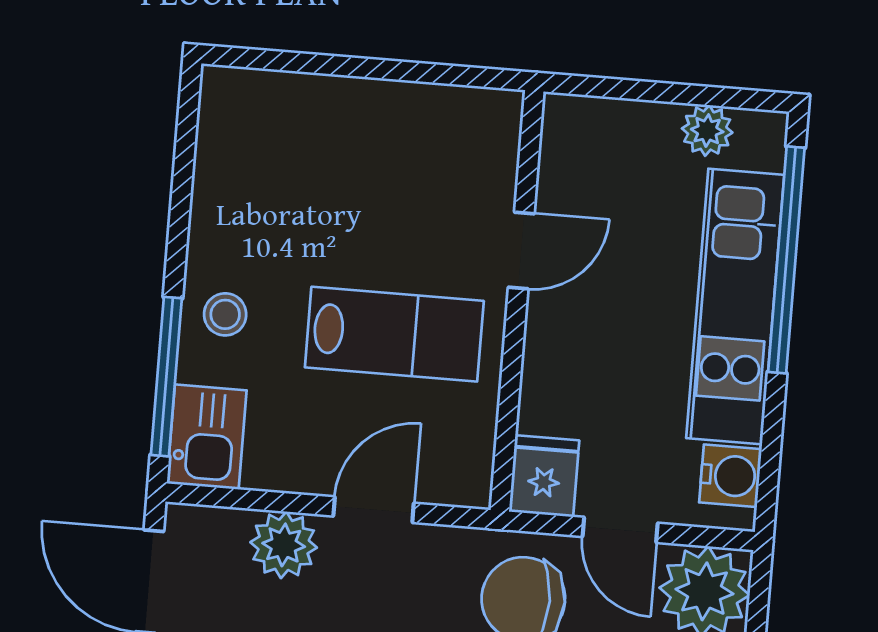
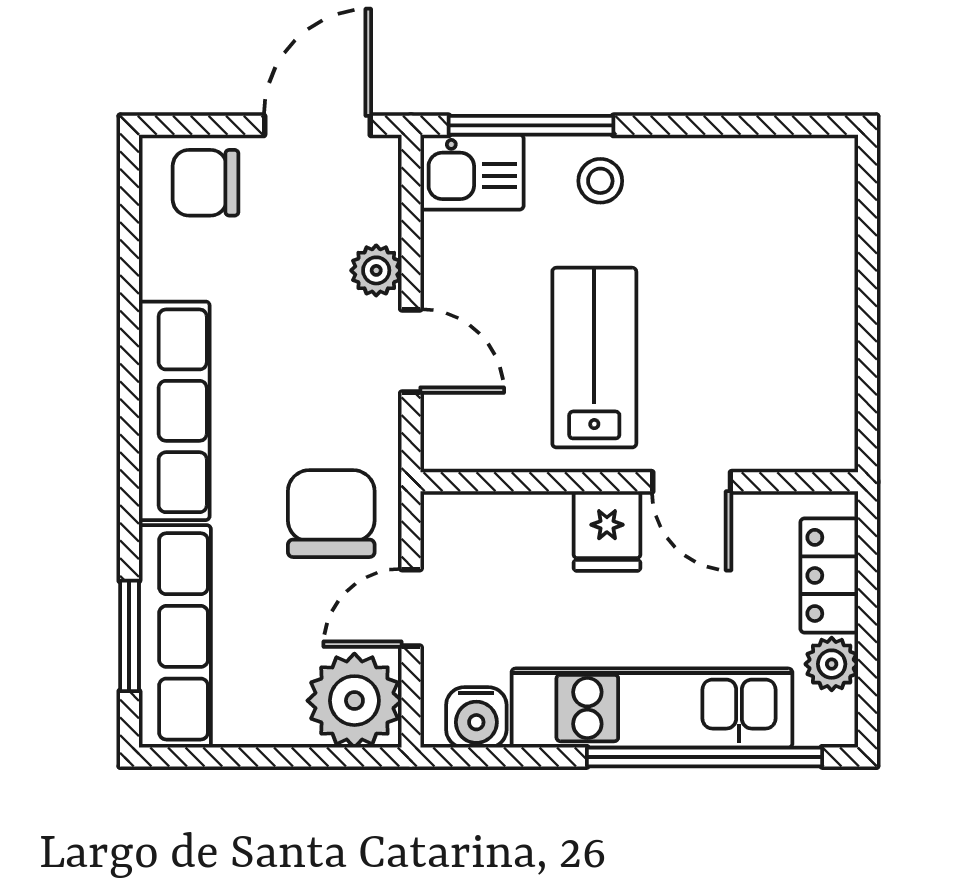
locker: (622, 126) -> (829, 575), added
lab bench: (394, 334) -> (594, 358), turned 180
fridge: (544, 476) -> (607, 531), moved, turned 90
plant: (284, 545) -> (376, 270), width x0.73, depth x0.73

